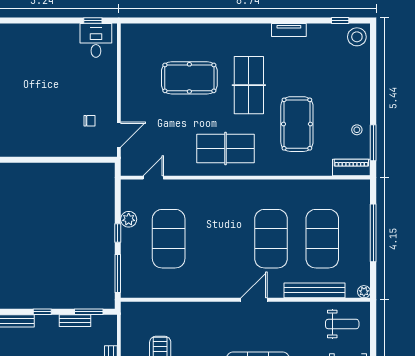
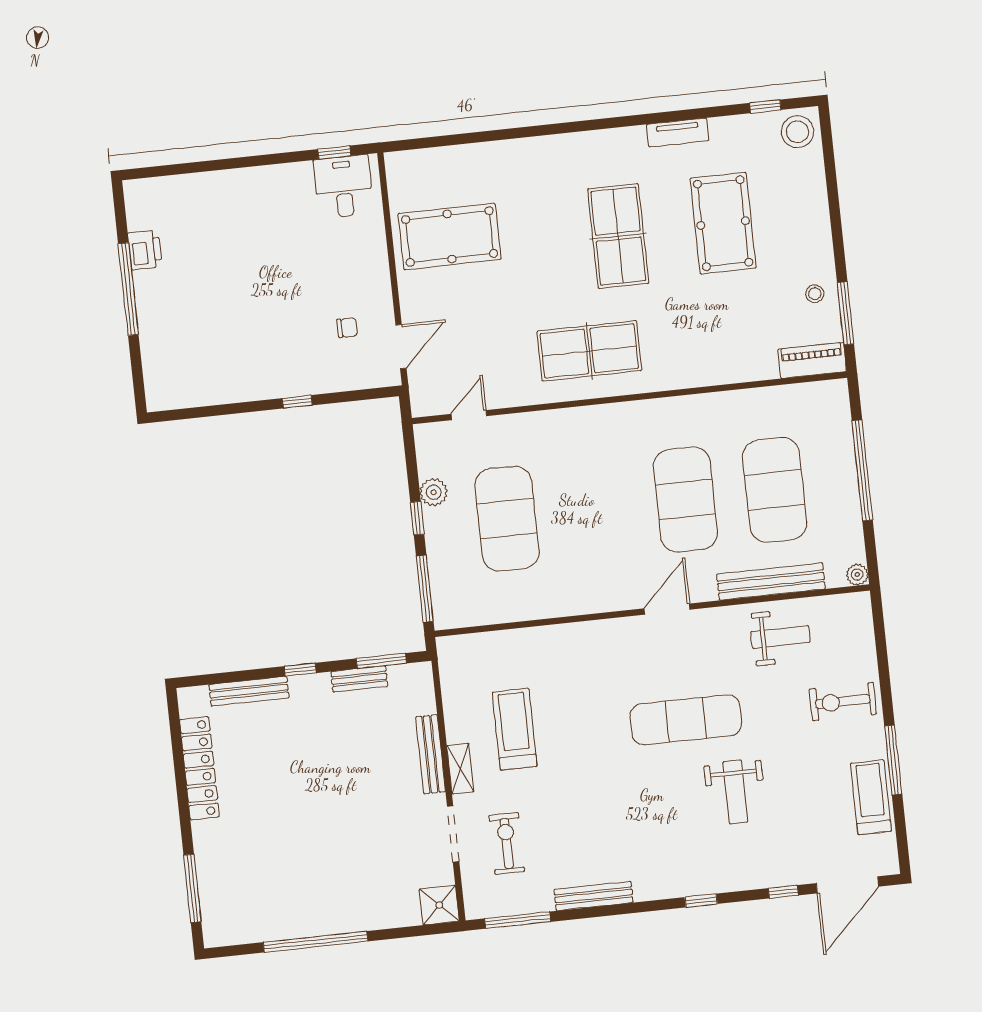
pool table: (189, 78) -> (450, 237), moved
pool table: (297, 124) -> (723, 223), moved
window: (57, 160) -> (297, 402), added
weight bench: (342, 324) -> (781, 637), moved

